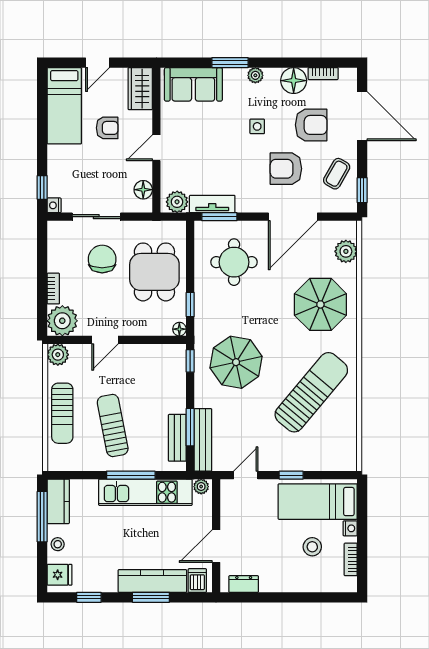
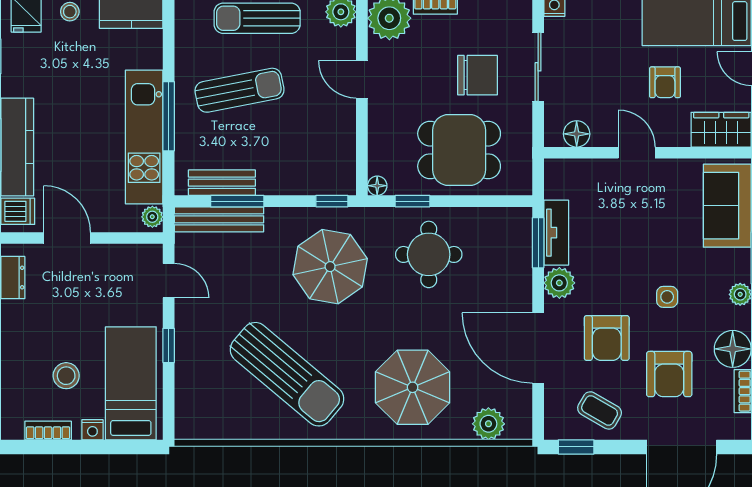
armchair: (286, 169) -> (607, 338), turned 180
plant: (177, 202) -> (559, 283), moved
round table: (234, 262) -> (429, 254), moved

